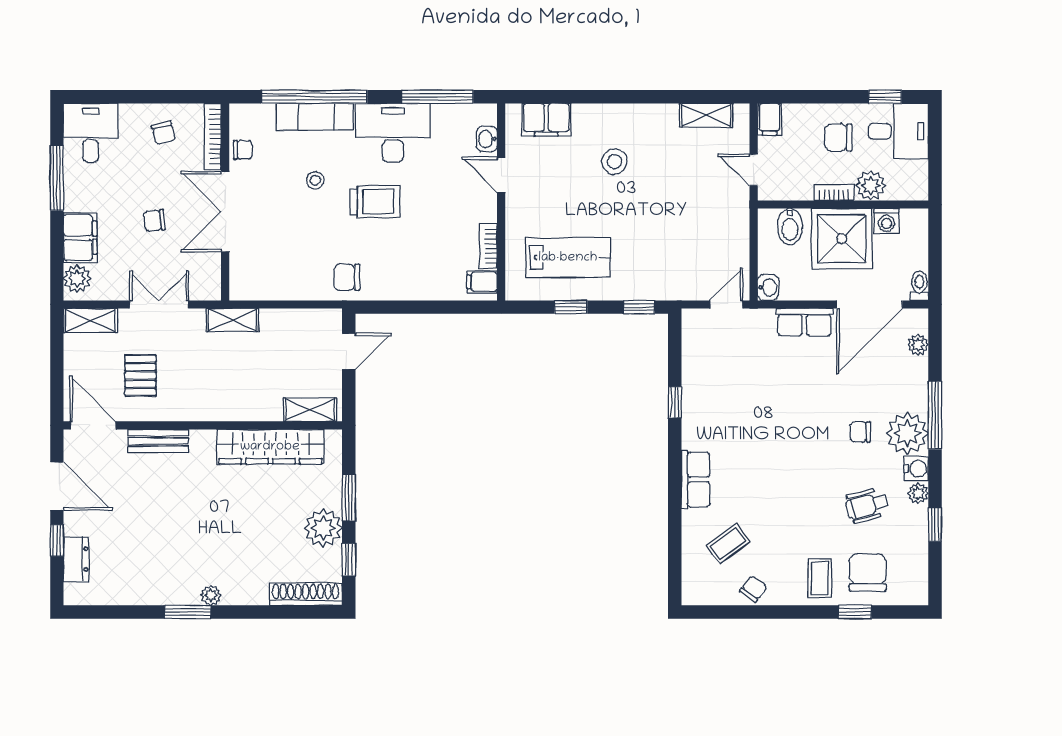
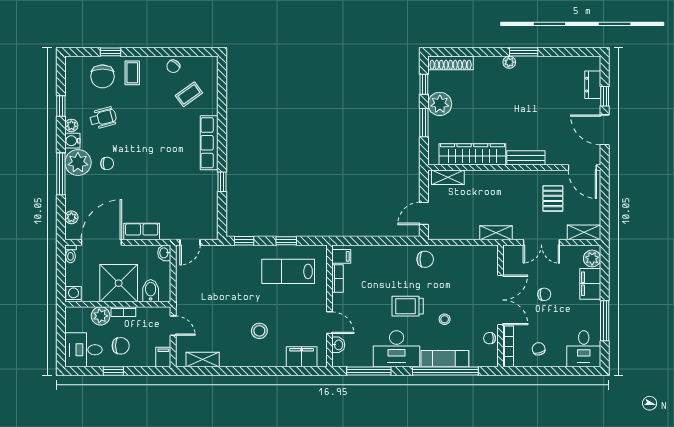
window: (885, 97) -> (113, 371), moved
washing machine: (886, 221) -> (74, 294), moved
bench: (158, 441) -> (526, 158), moved
row of seats: (695, 480) -> (209, 143), width x1.48

